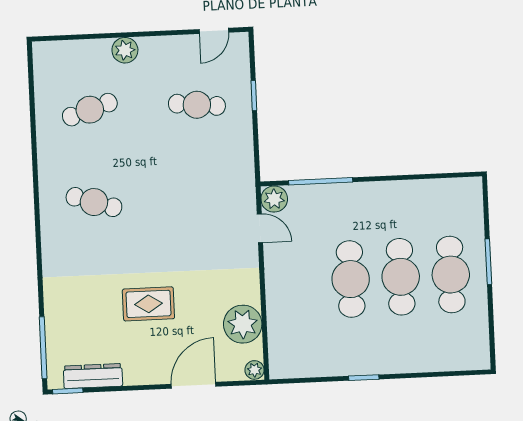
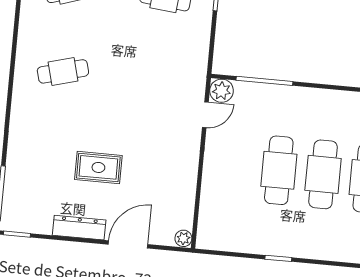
cafe table: (94, 202) -> (63, 71), turned -33
door: (260, 228) -> (205, 115), hinge flipped
plant: (243, 324) -> (179, 197), removed
dresser: (93, 376) -> (79, 228), moved

